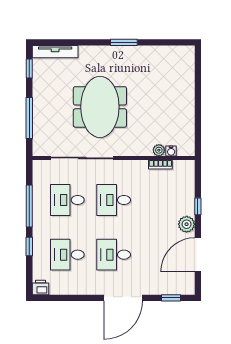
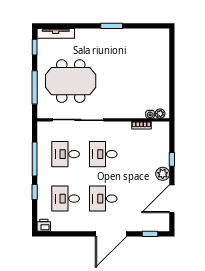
meeting table: (100, 107) -> (71, 81), moved, turned 90
plant: (159, 150) -> (160, 114), moved

